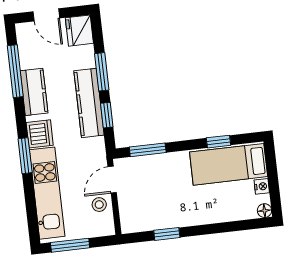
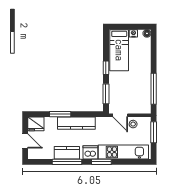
door: (46, 15) -> (25, 141), hinge flipped
window: (15, 71) -> (67, 162), moved
window: (107, 115) -> (84, 114), removed
window: (219, 142) -> (106, 68), moved
window: (167, 234) -> (154, 89), width x2.17
window: (70, 245) -> (154, 132), moved

